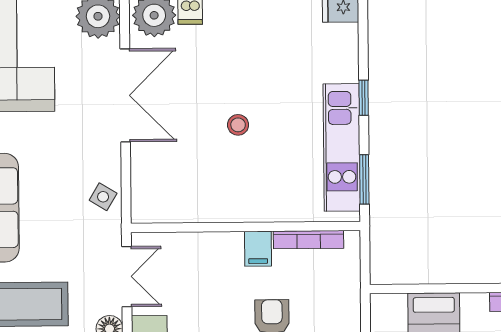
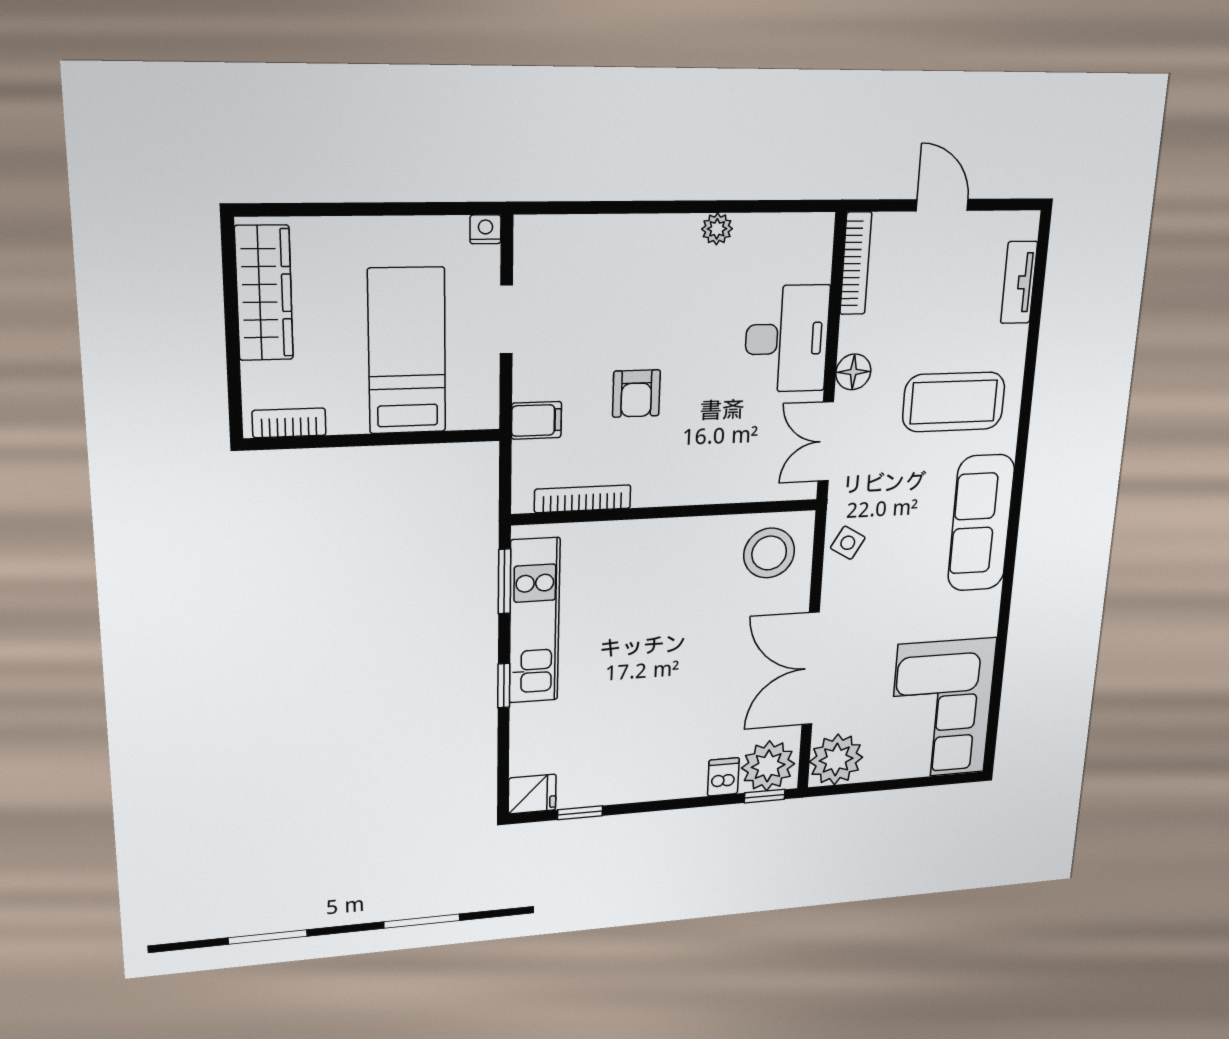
stool: (238, 125) -> (769, 553), moved, width x1.89, depth x1.89
filing cabinet: (258, 249) -> (536, 420), moved, turned 90

